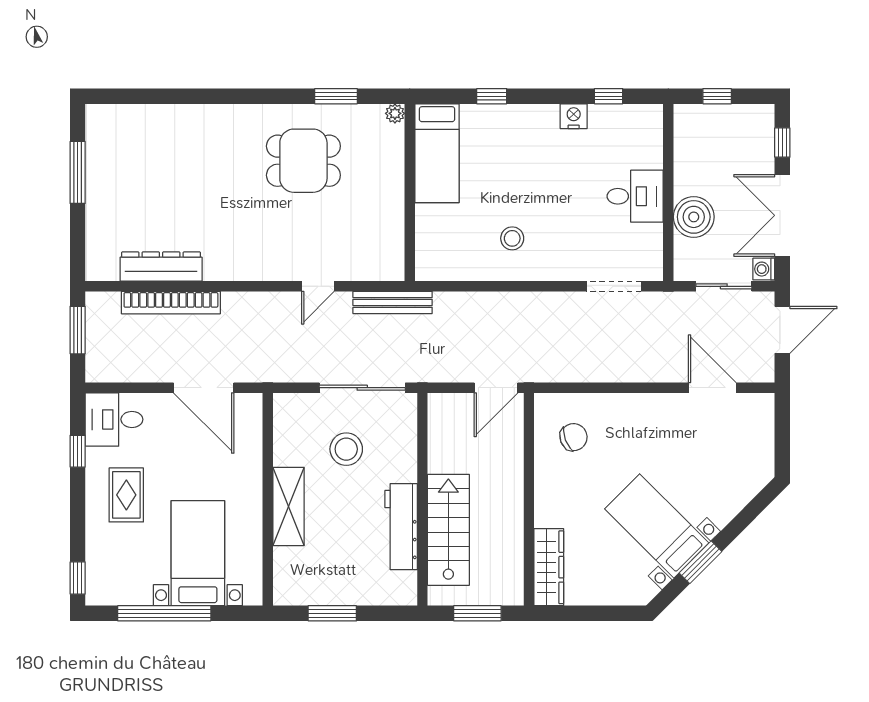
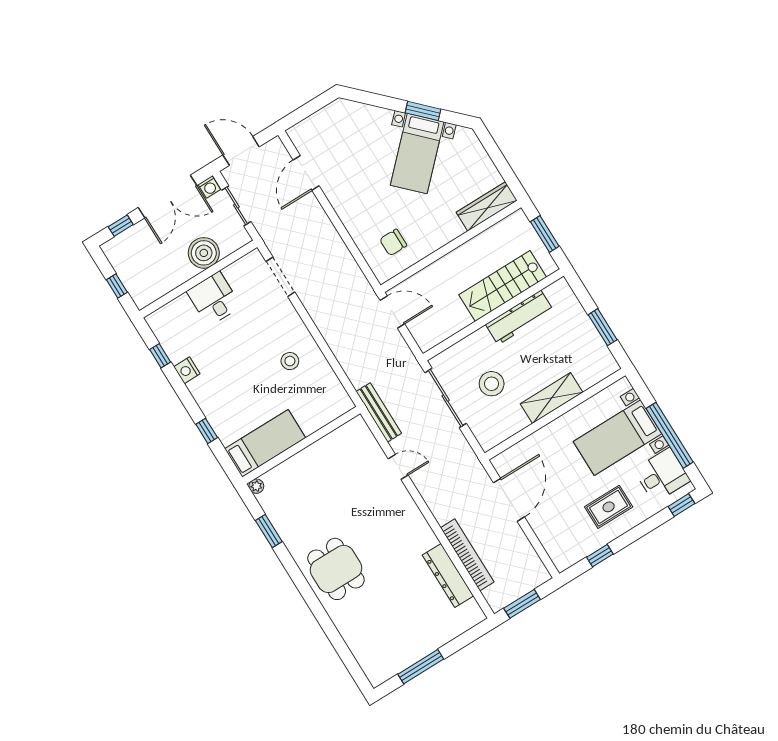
dining table: (303, 161) -> (336, 569), moved
desk: (114, 419) -> (662, 475), moved, turned -90
chair: (574, 437) -> (393, 242), turned -69

